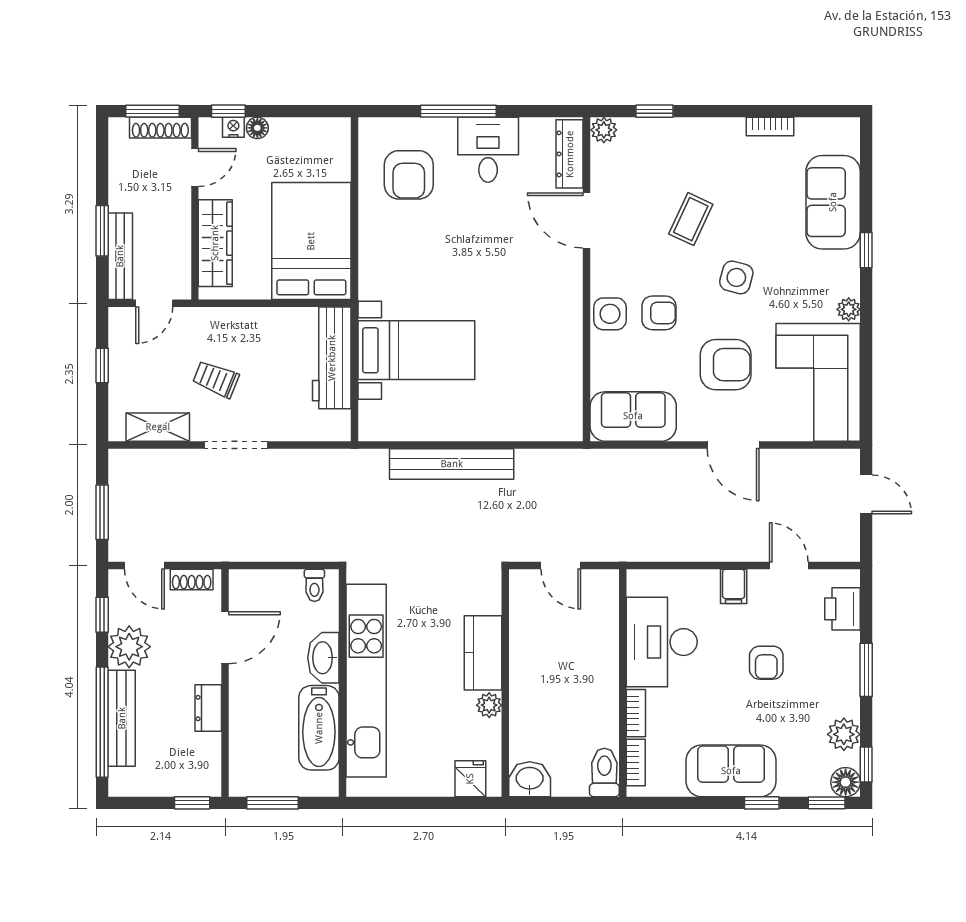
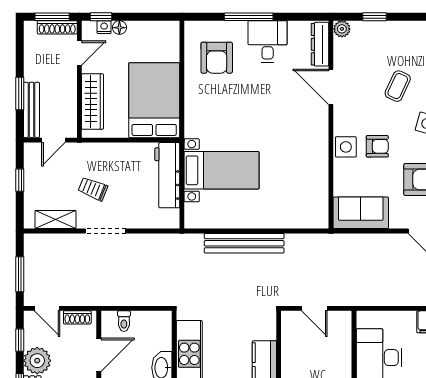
toilet: (314, 585) -> (124, 321), moved

